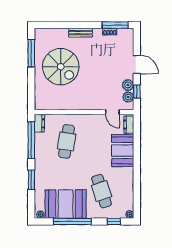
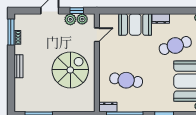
spiral stairs: (61, 67) -> (70, 70), moved
dresser: (129, 125) -> (161, 19), moved

